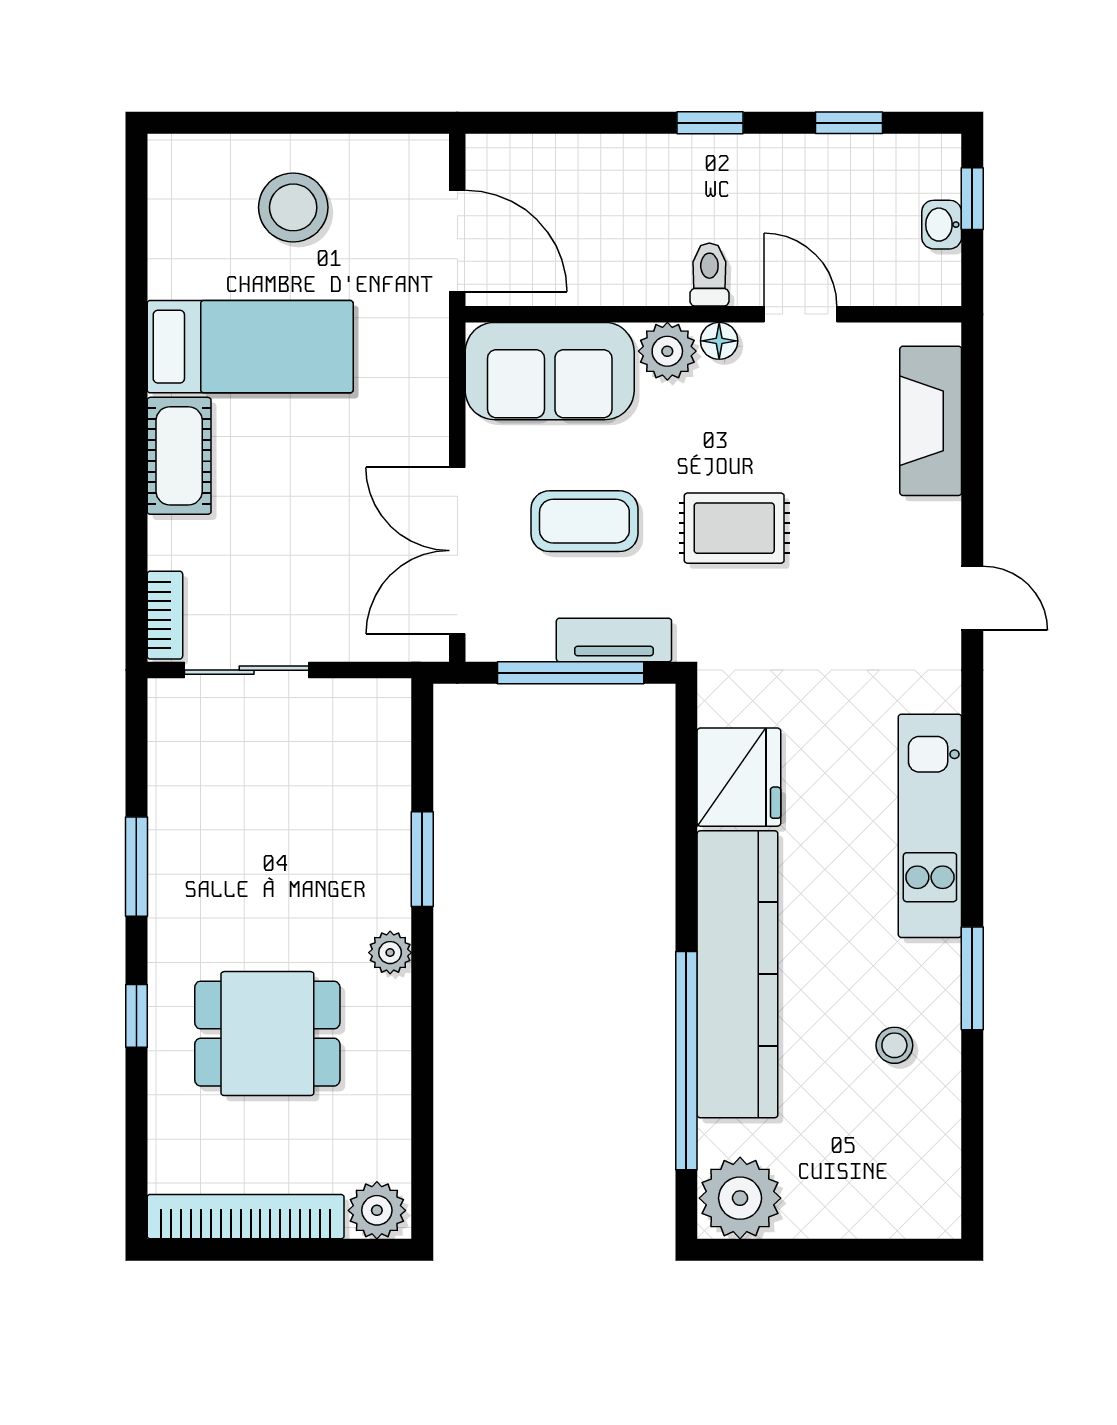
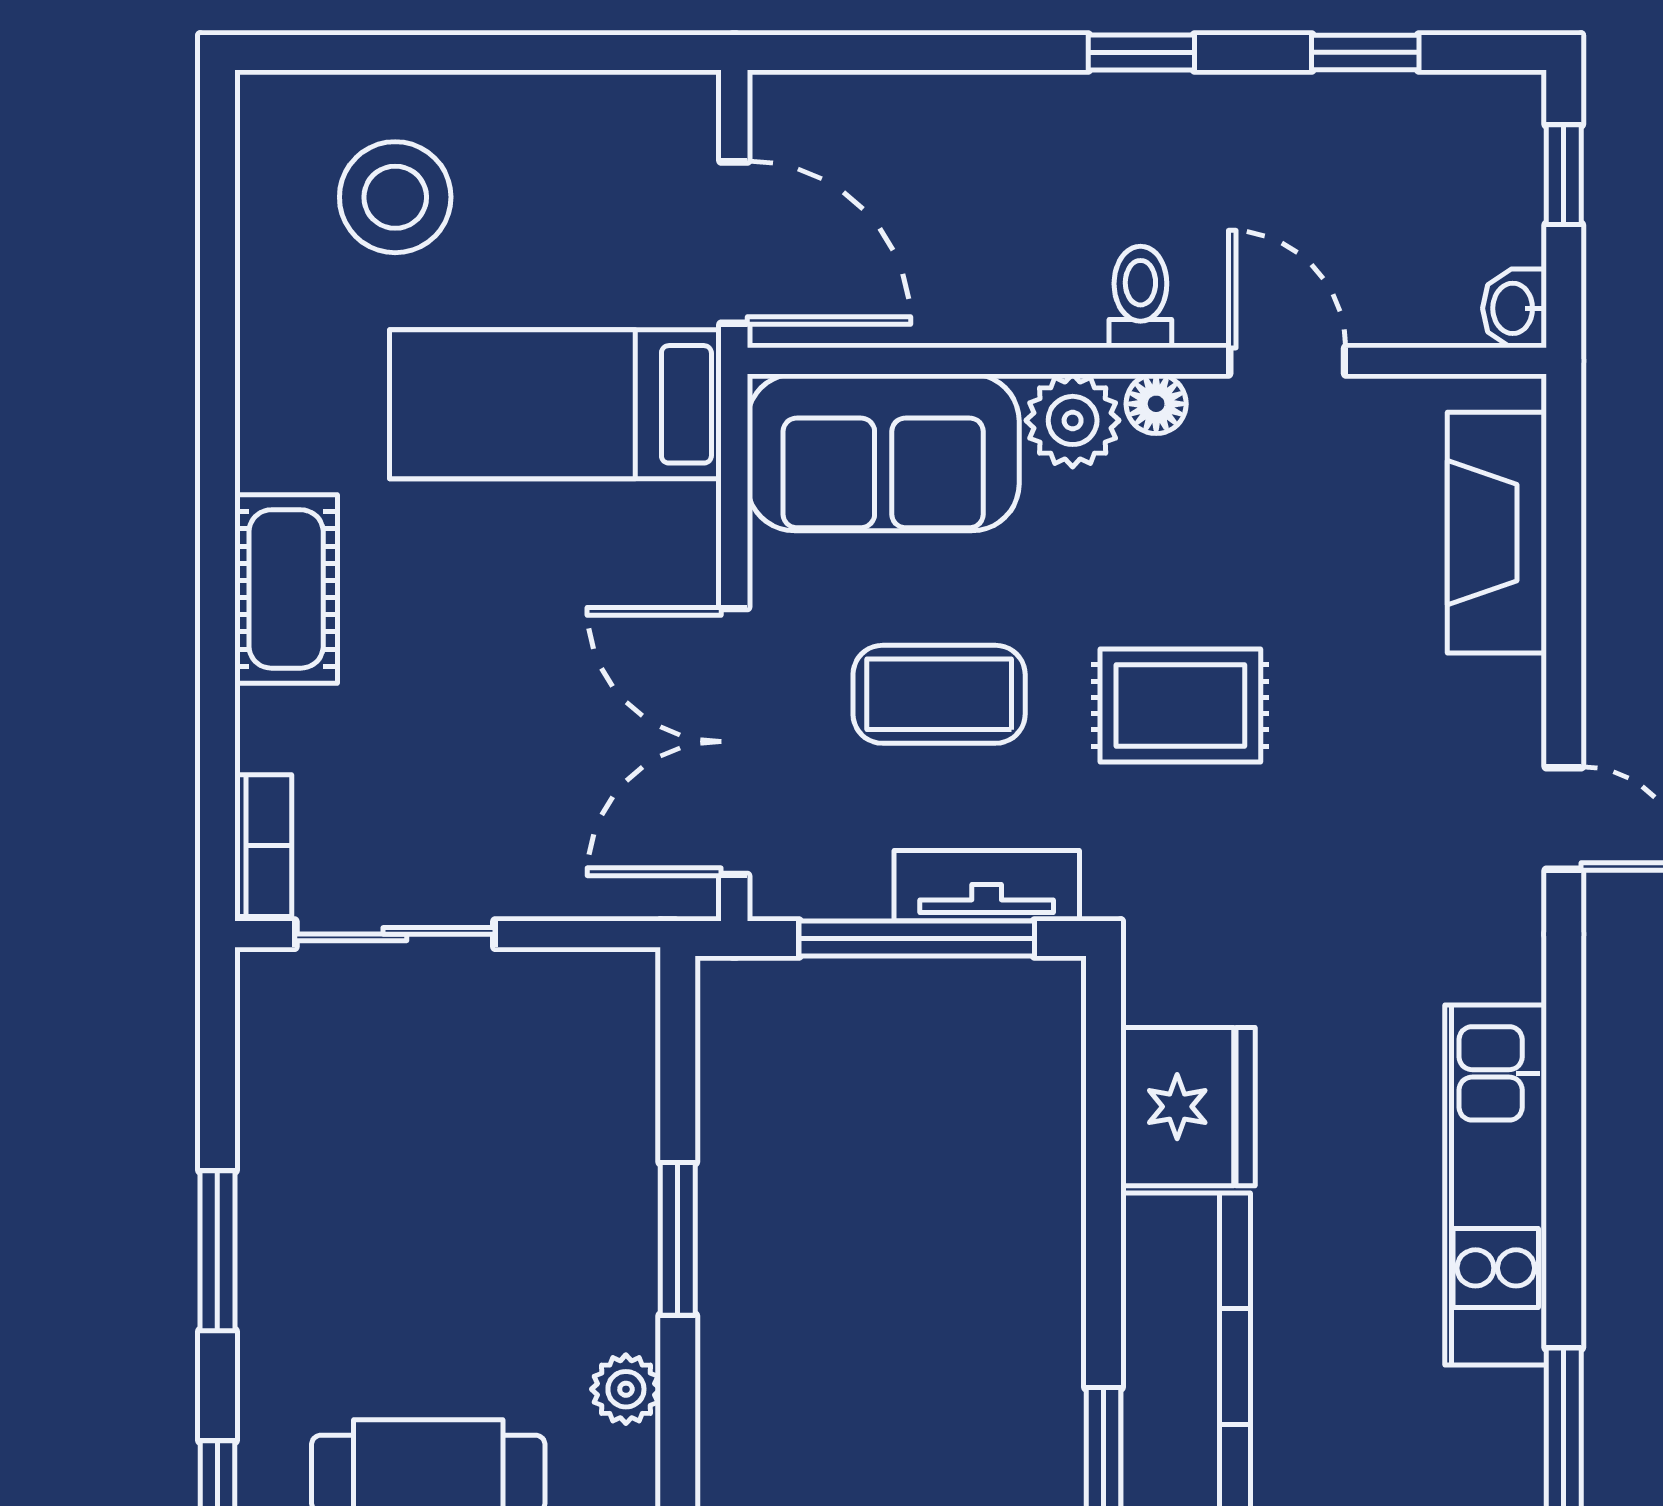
stool: (293, 207) -> (395, 197), moved
washbasin: (942, 225) -> (1515, 308), moved
bed: (250, 347) -> (555, 404), moved, turned 180

